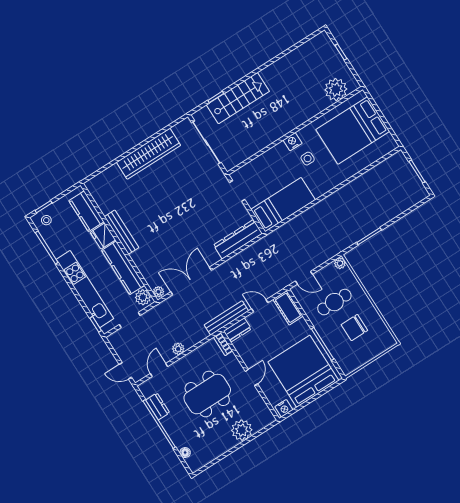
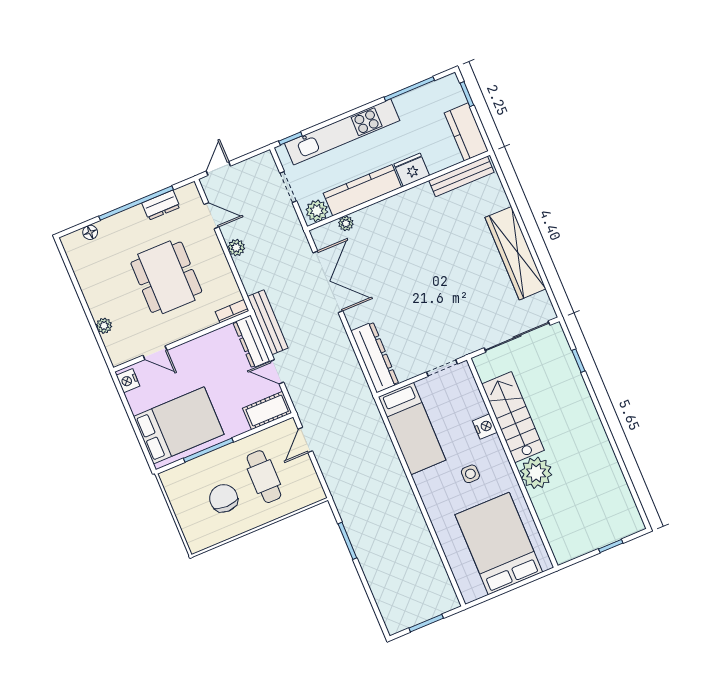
plant: (336, 89) -> (536, 473), moved
stairs: (238, 98) -> (513, 417), moved, turned 180
nightstand: (293, 142) -> (485, 427), moved
kitchen counter: (86, 211) -> (466, 132), moved, turned -90
stool: (46, 220) -> (447, 95), removed
bench: (122, 232) -> (461, 176), moved
plant: (340, 263) -> (317, 494), removed
plant: (159, 292) -> (346, 223), moved
door: (260, 306) -> (277, 372), swing flipped
dresser: (237, 330) -> (251, 342), width x1.44
bed: (303, 371) -> (179, 425), width x0.73
door: (251, 378) -> (155, 353), moved
plant: (242, 430) -> (104, 326), width x0.53, depth x0.53

